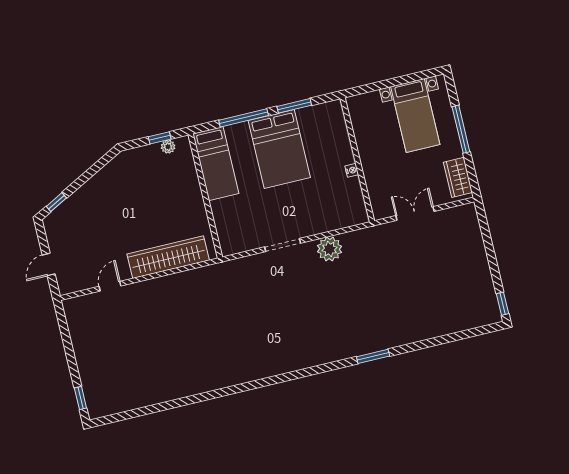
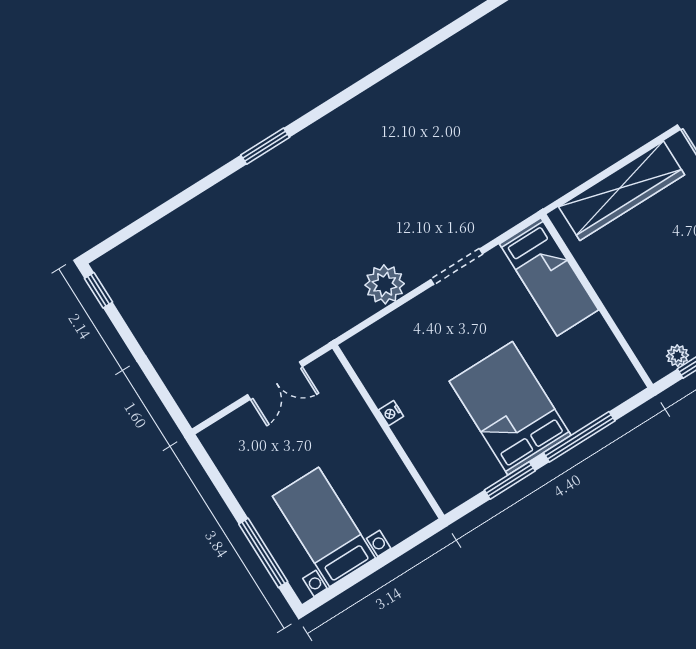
window: (461, 129) -> (263, 553), moved
bed: (216, 164) -> (549, 277), moved, turned 180
wardrobe: (458, 177) -> (229, 456), removed

